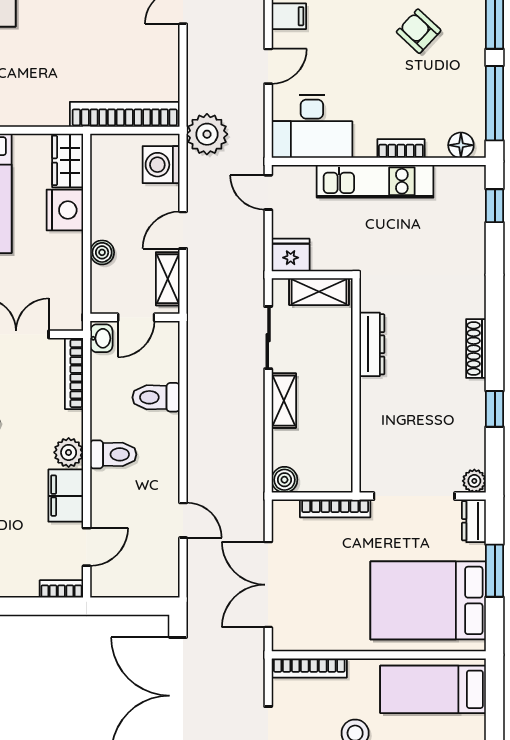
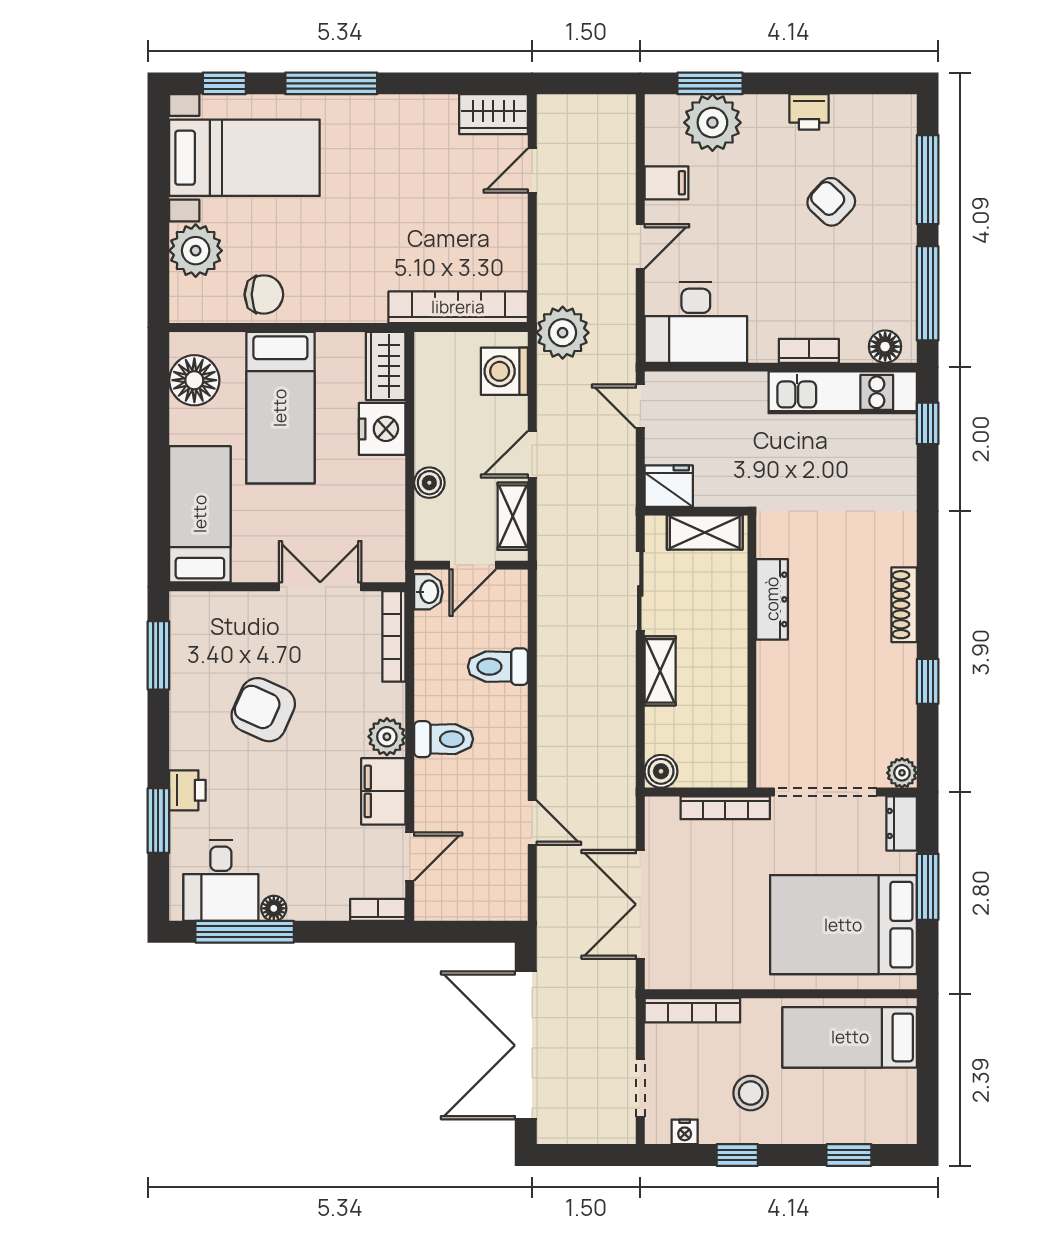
kitchen unit: (375, 181) -> (843, 392), moved

